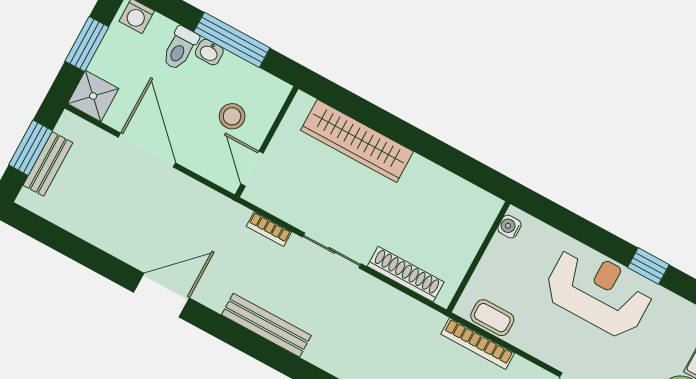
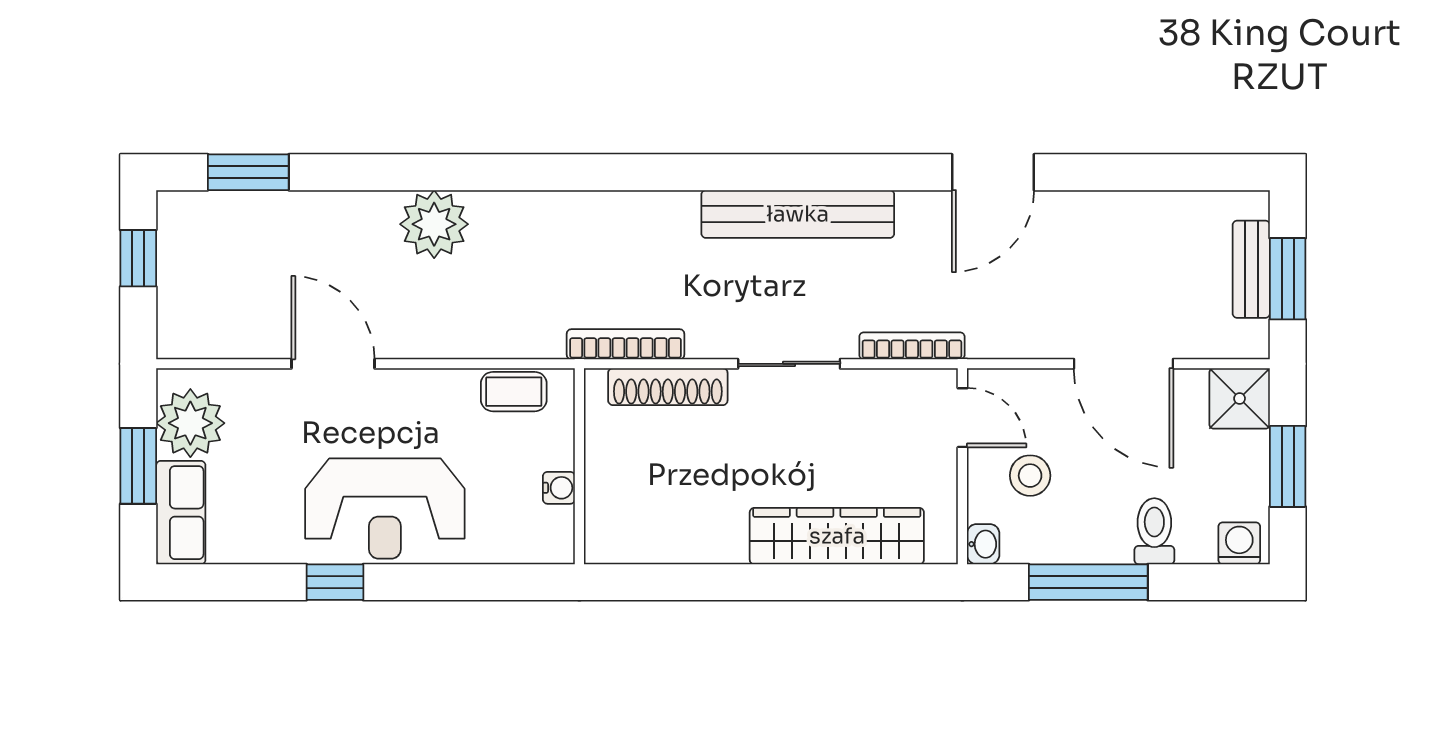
washbasin: (209, 52) -> (983, 544), moved, turned 90
water cooler: (509, 227) -> (559, 488), moved
bookcase: (269, 229) -> (912, 346), width x1.56
bench: (266, 325) -> (798, 214), width x1.37, depth x1.21
bookcase: (478, 344) -> (625, 344), moved

